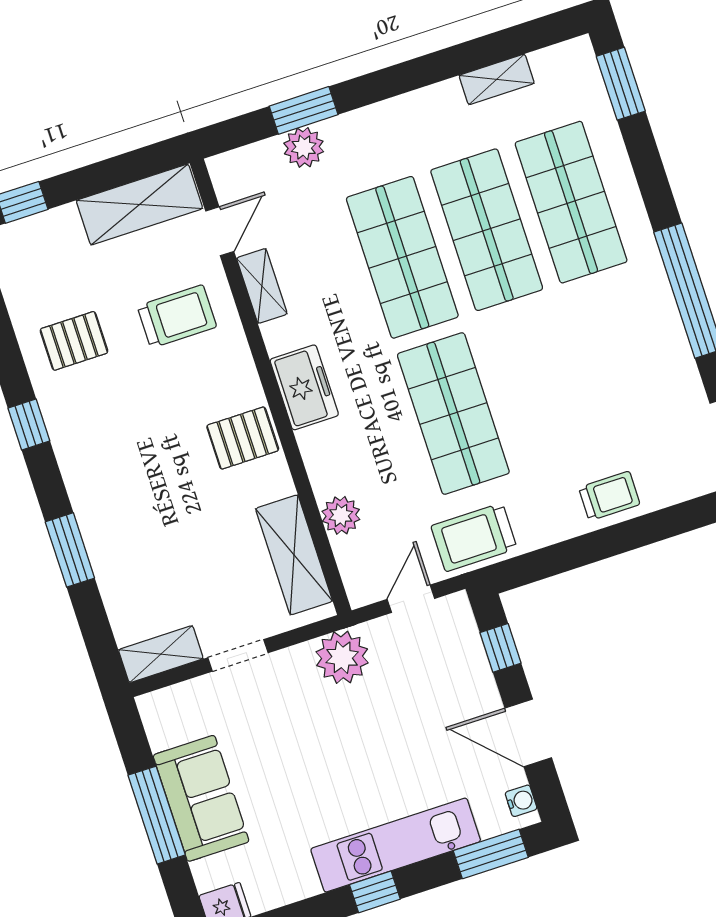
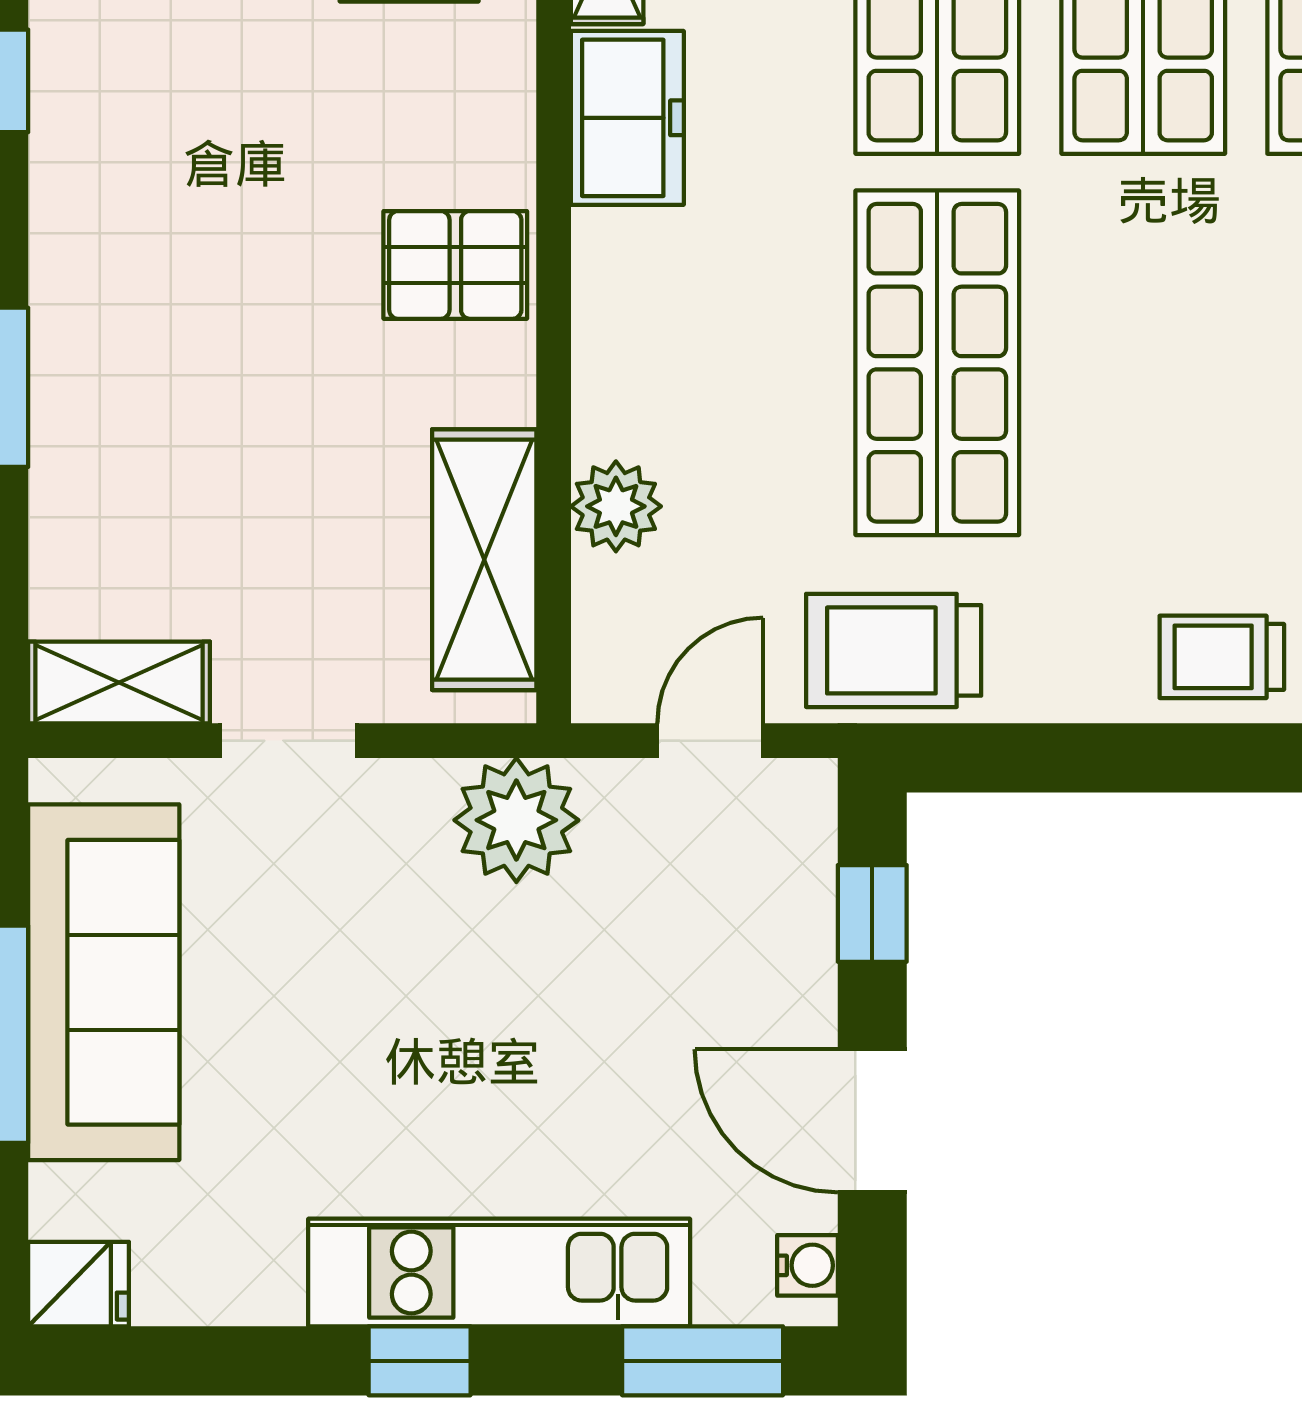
freezer: (304, 387) -> (627, 118), moved
trolley: (609, 496) -> (1222, 657), turned 180
sofa: (201, 798) -> (104, 982), width x1.36

